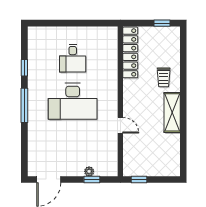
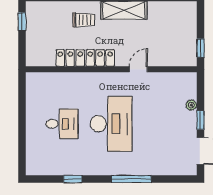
locker: (130, 52) -> (85, 58), moved
window: (24, 105) -> (131, 179), moved
window: (92, 179) -> (200, 120), moved

